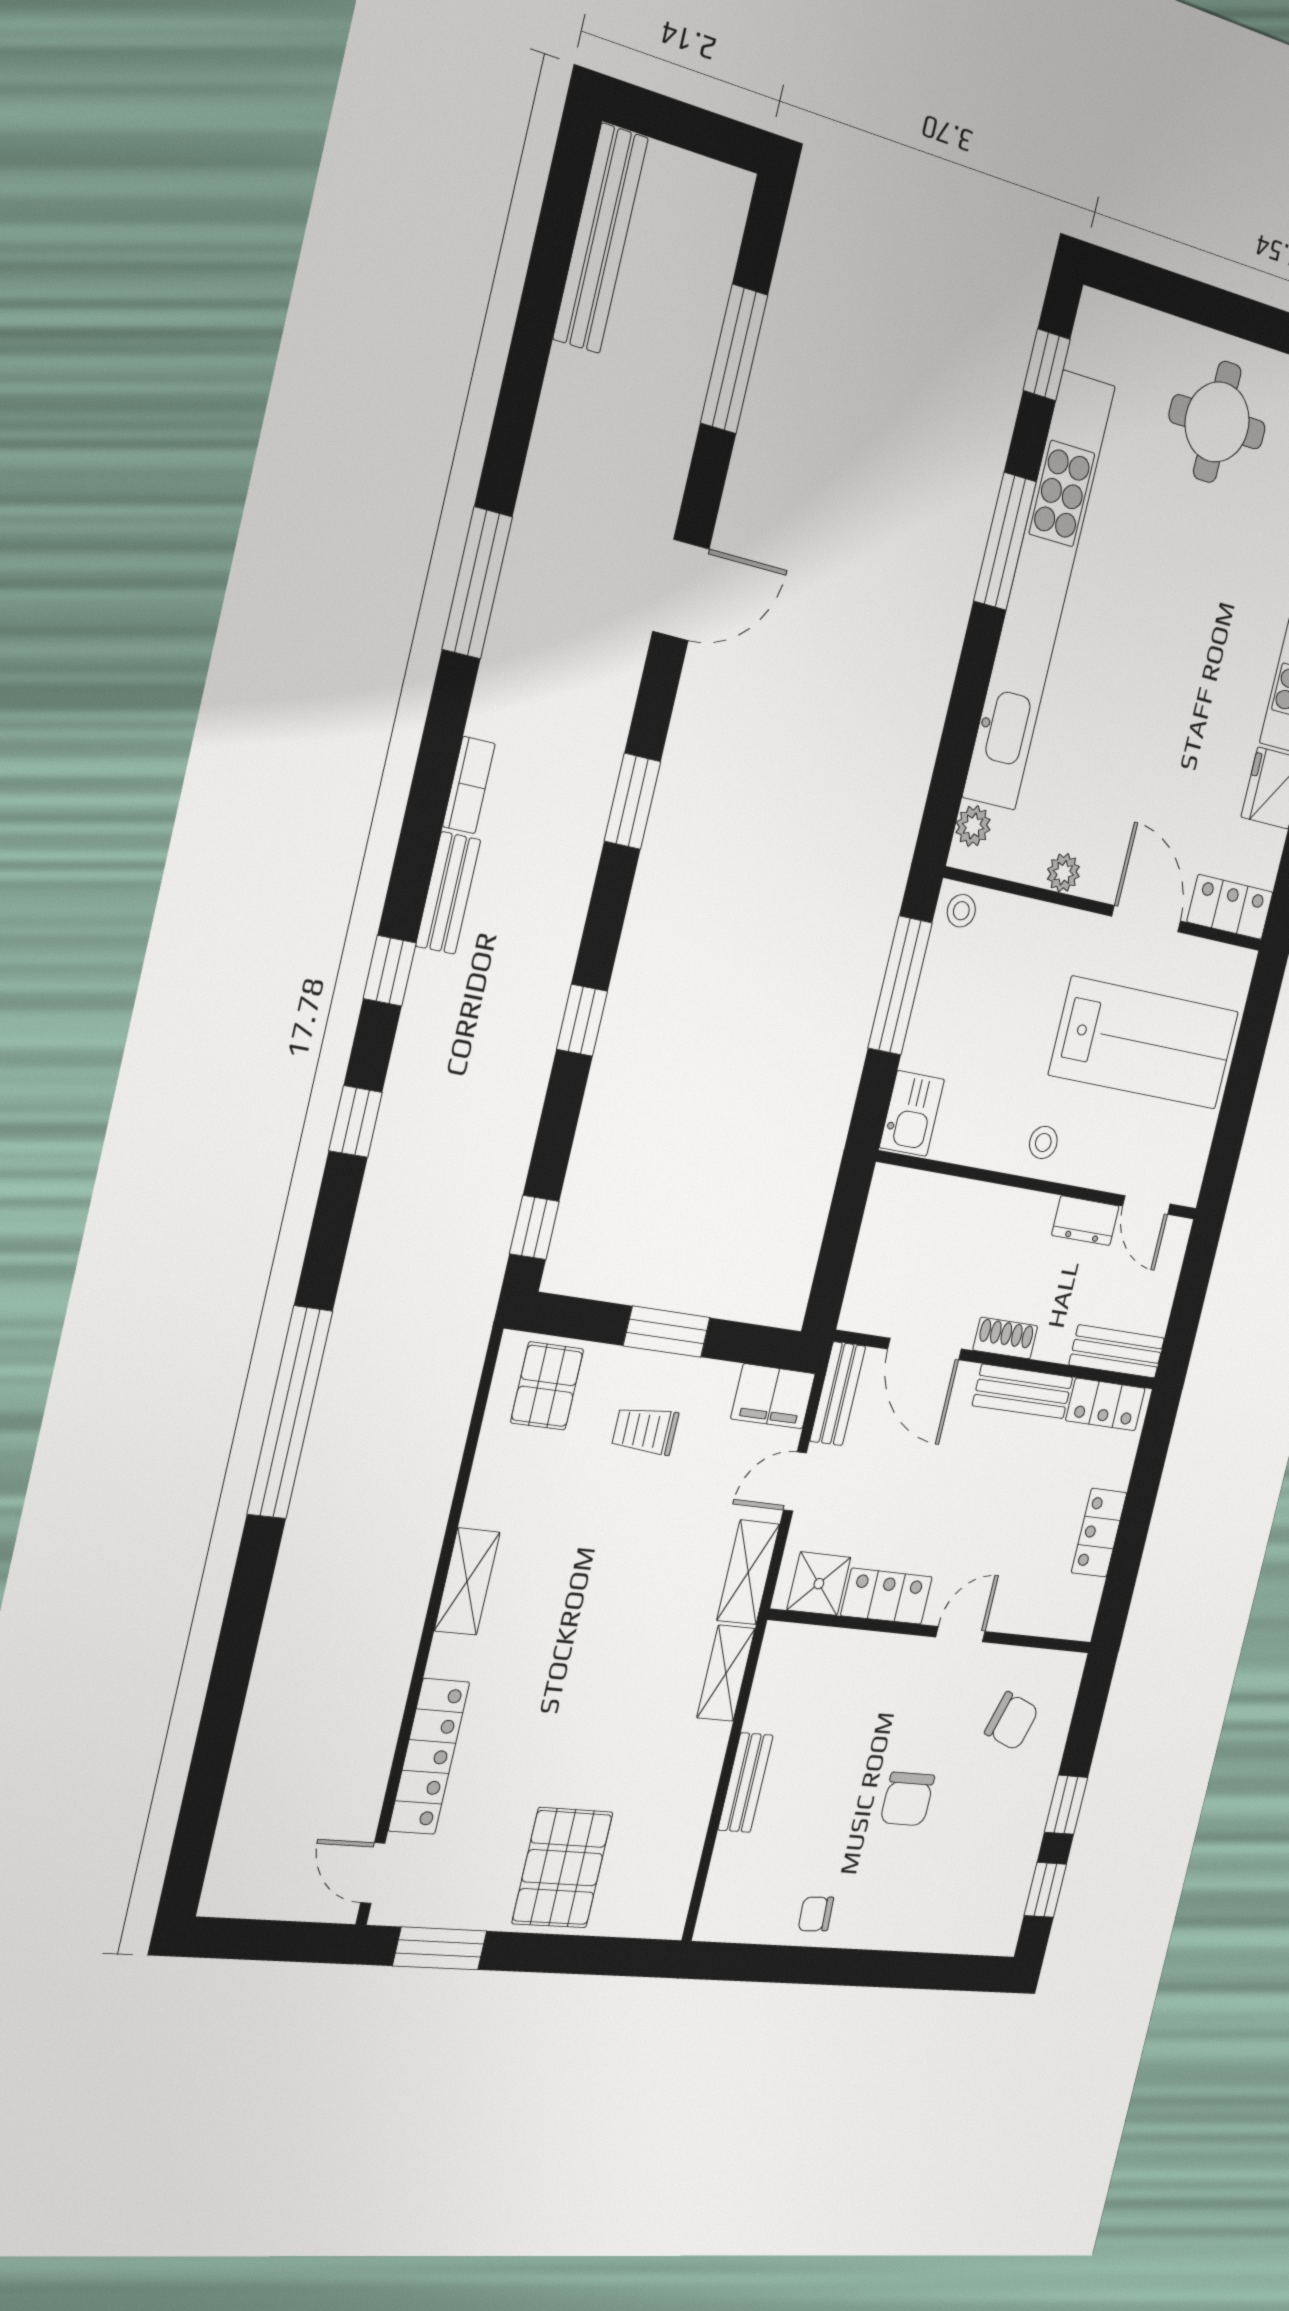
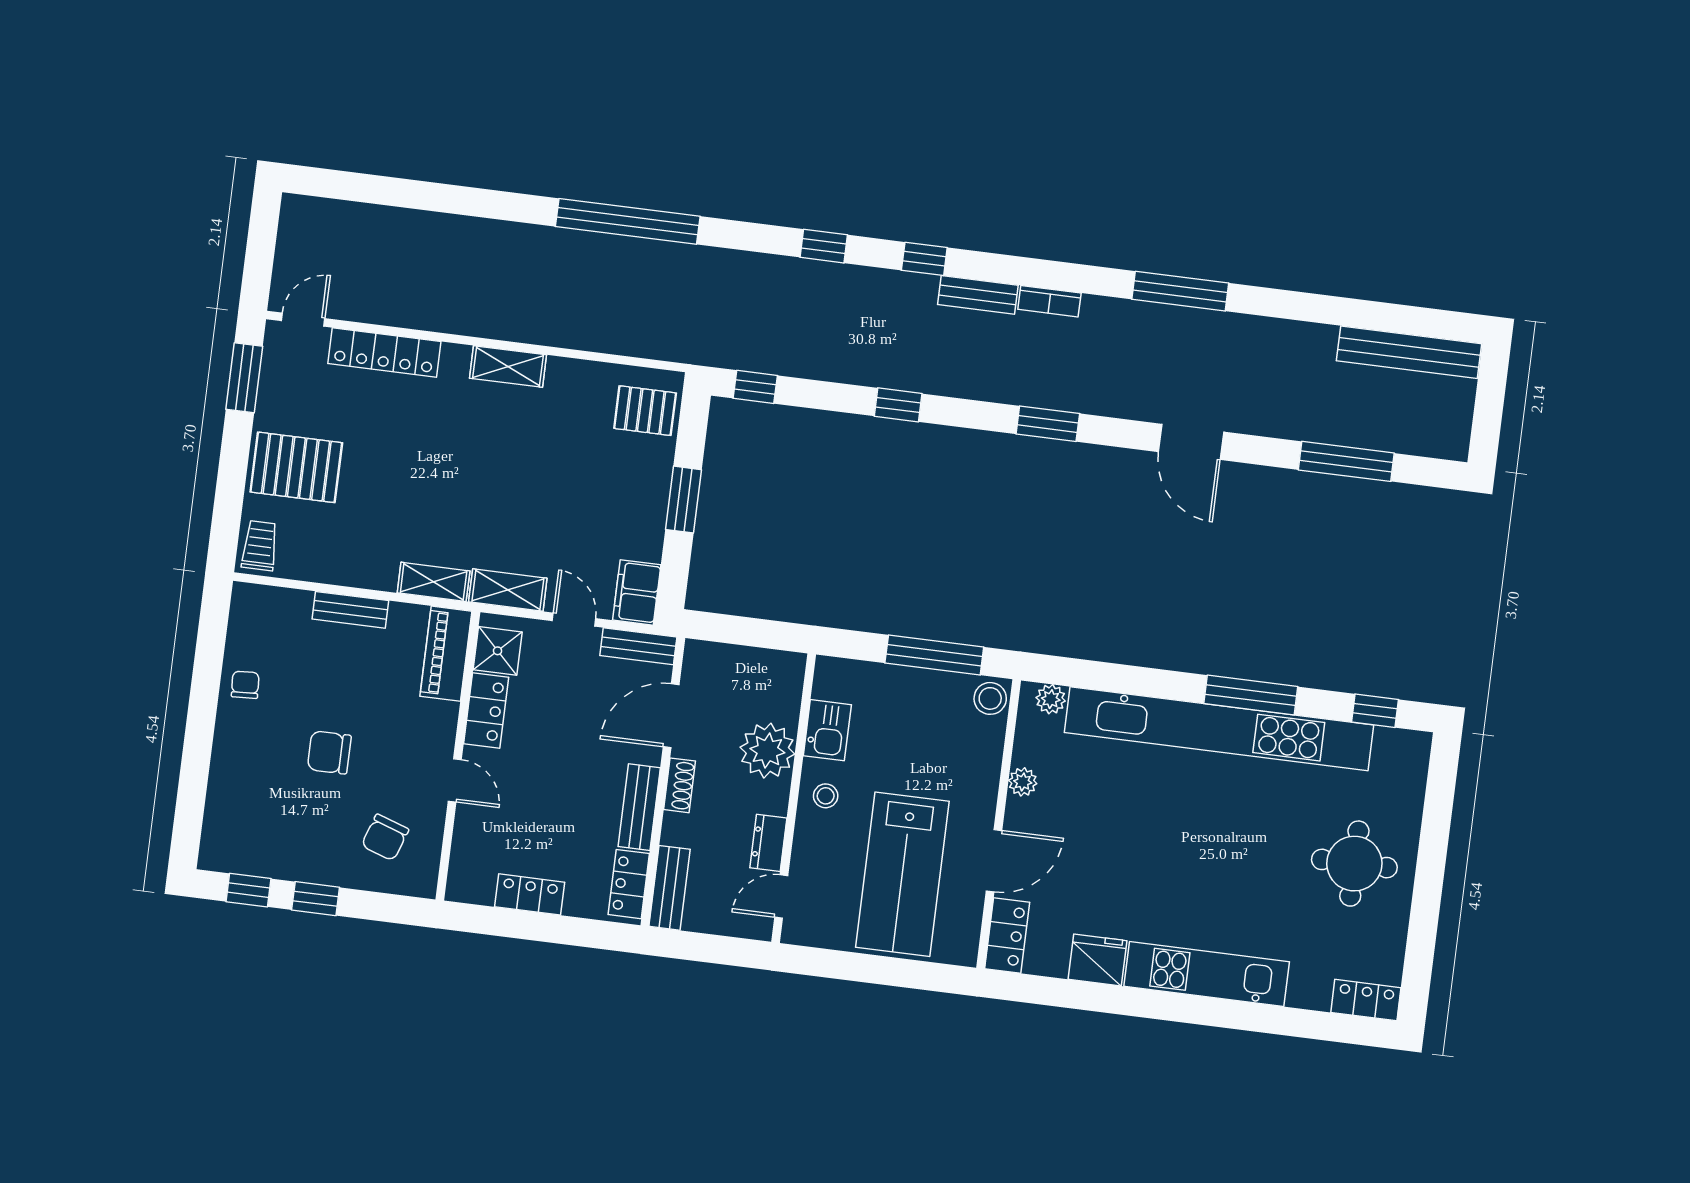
stool: (961, 911) -> (990, 698), width x1.37, depth x1.37
kitchen sink: (912, 1113) -> (827, 730), moved, turned -90
plant: (982, 1220) -> (767, 751), added
trolley: (645, 1430) -> (260, 546), moved
piano: (813, 1652) -> (446, 654), added

